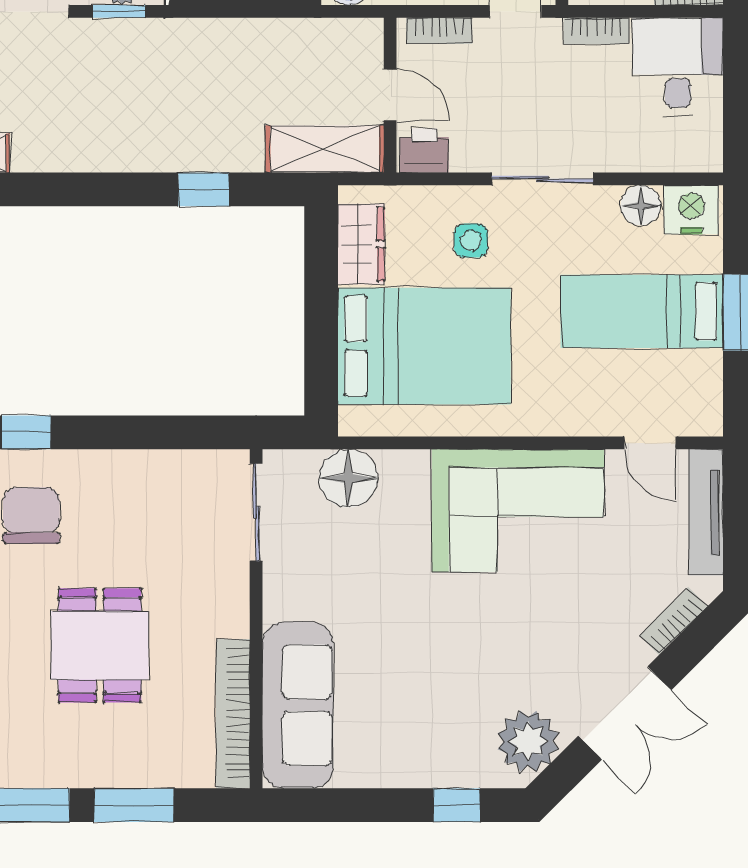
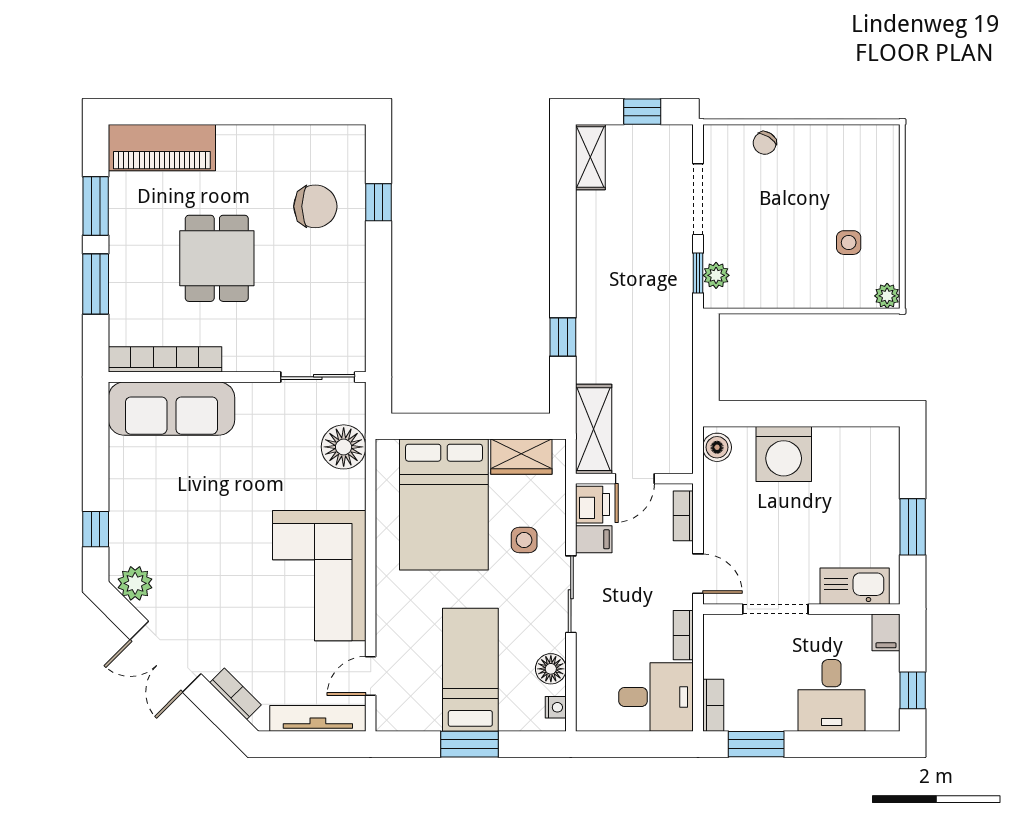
filing cabinet: (470, 149) -> (594, 539), added
nightstand: (691, 210) -> (556, 707), width x0.53, depth x0.56
dining table: (100, 645) -> (217, 258), turned 90
plant: (528, 741) -> (135, 583), width x0.73, depth x0.73

